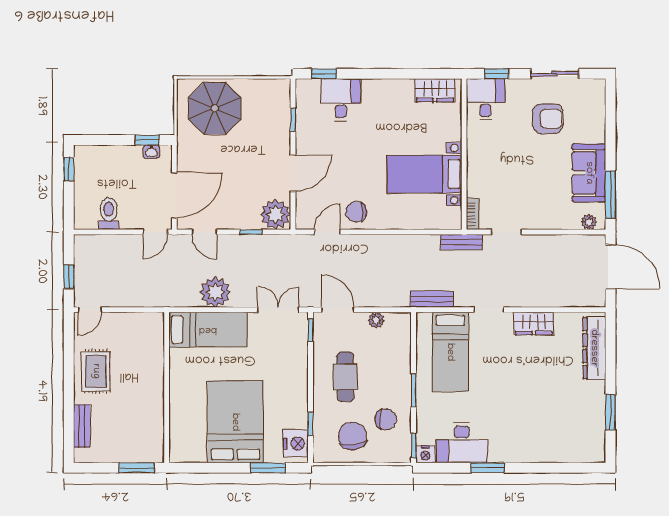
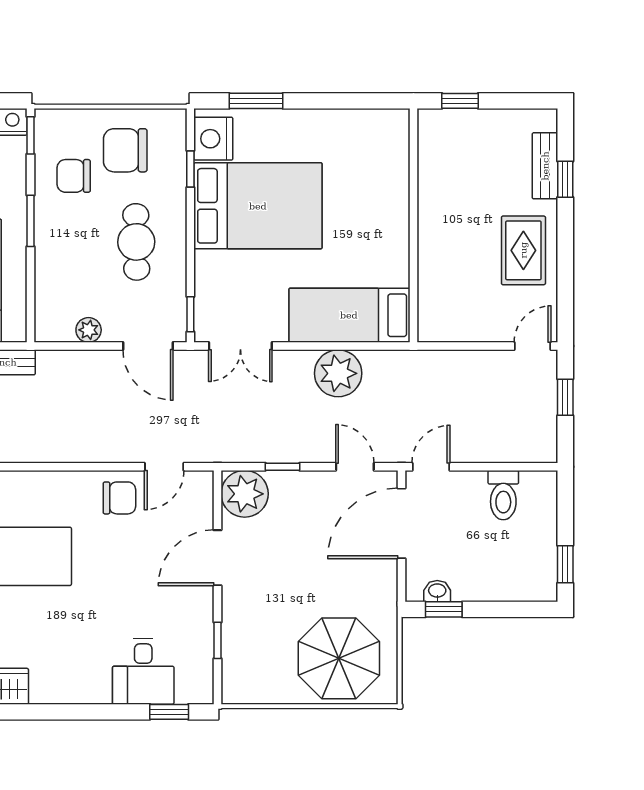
window: (69, 417) -> (565, 179), added
bed: (235, 422) -> (258, 206), moved, turned -90
chair: (352, 436) -> (125, 150), turned 96
window: (137, 468) -> (460, 101), width x0.67

